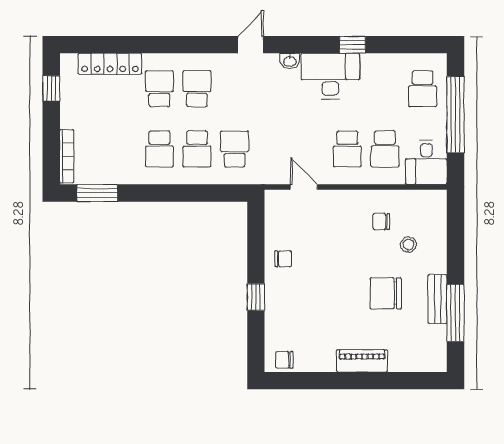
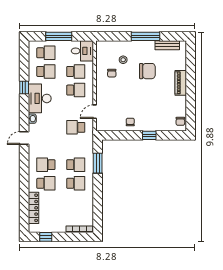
door: (251, 45) -> (24, 138), hinge flipped
school desk: (159, 89) -> (46, 183), turned 180
school desk: (385, 89) -> (46, 71), added
window: (455, 115) -> (59, 36), width x0.68
school desk: (235, 149) -> (76, 127), moved
window: (97, 193) -> (98, 163), moved
chair: (386, 293) -> (147, 71), turned -90
bench: (438, 299) -> (167, 45), moved
window: (455, 313) -> (145, 36), moved

